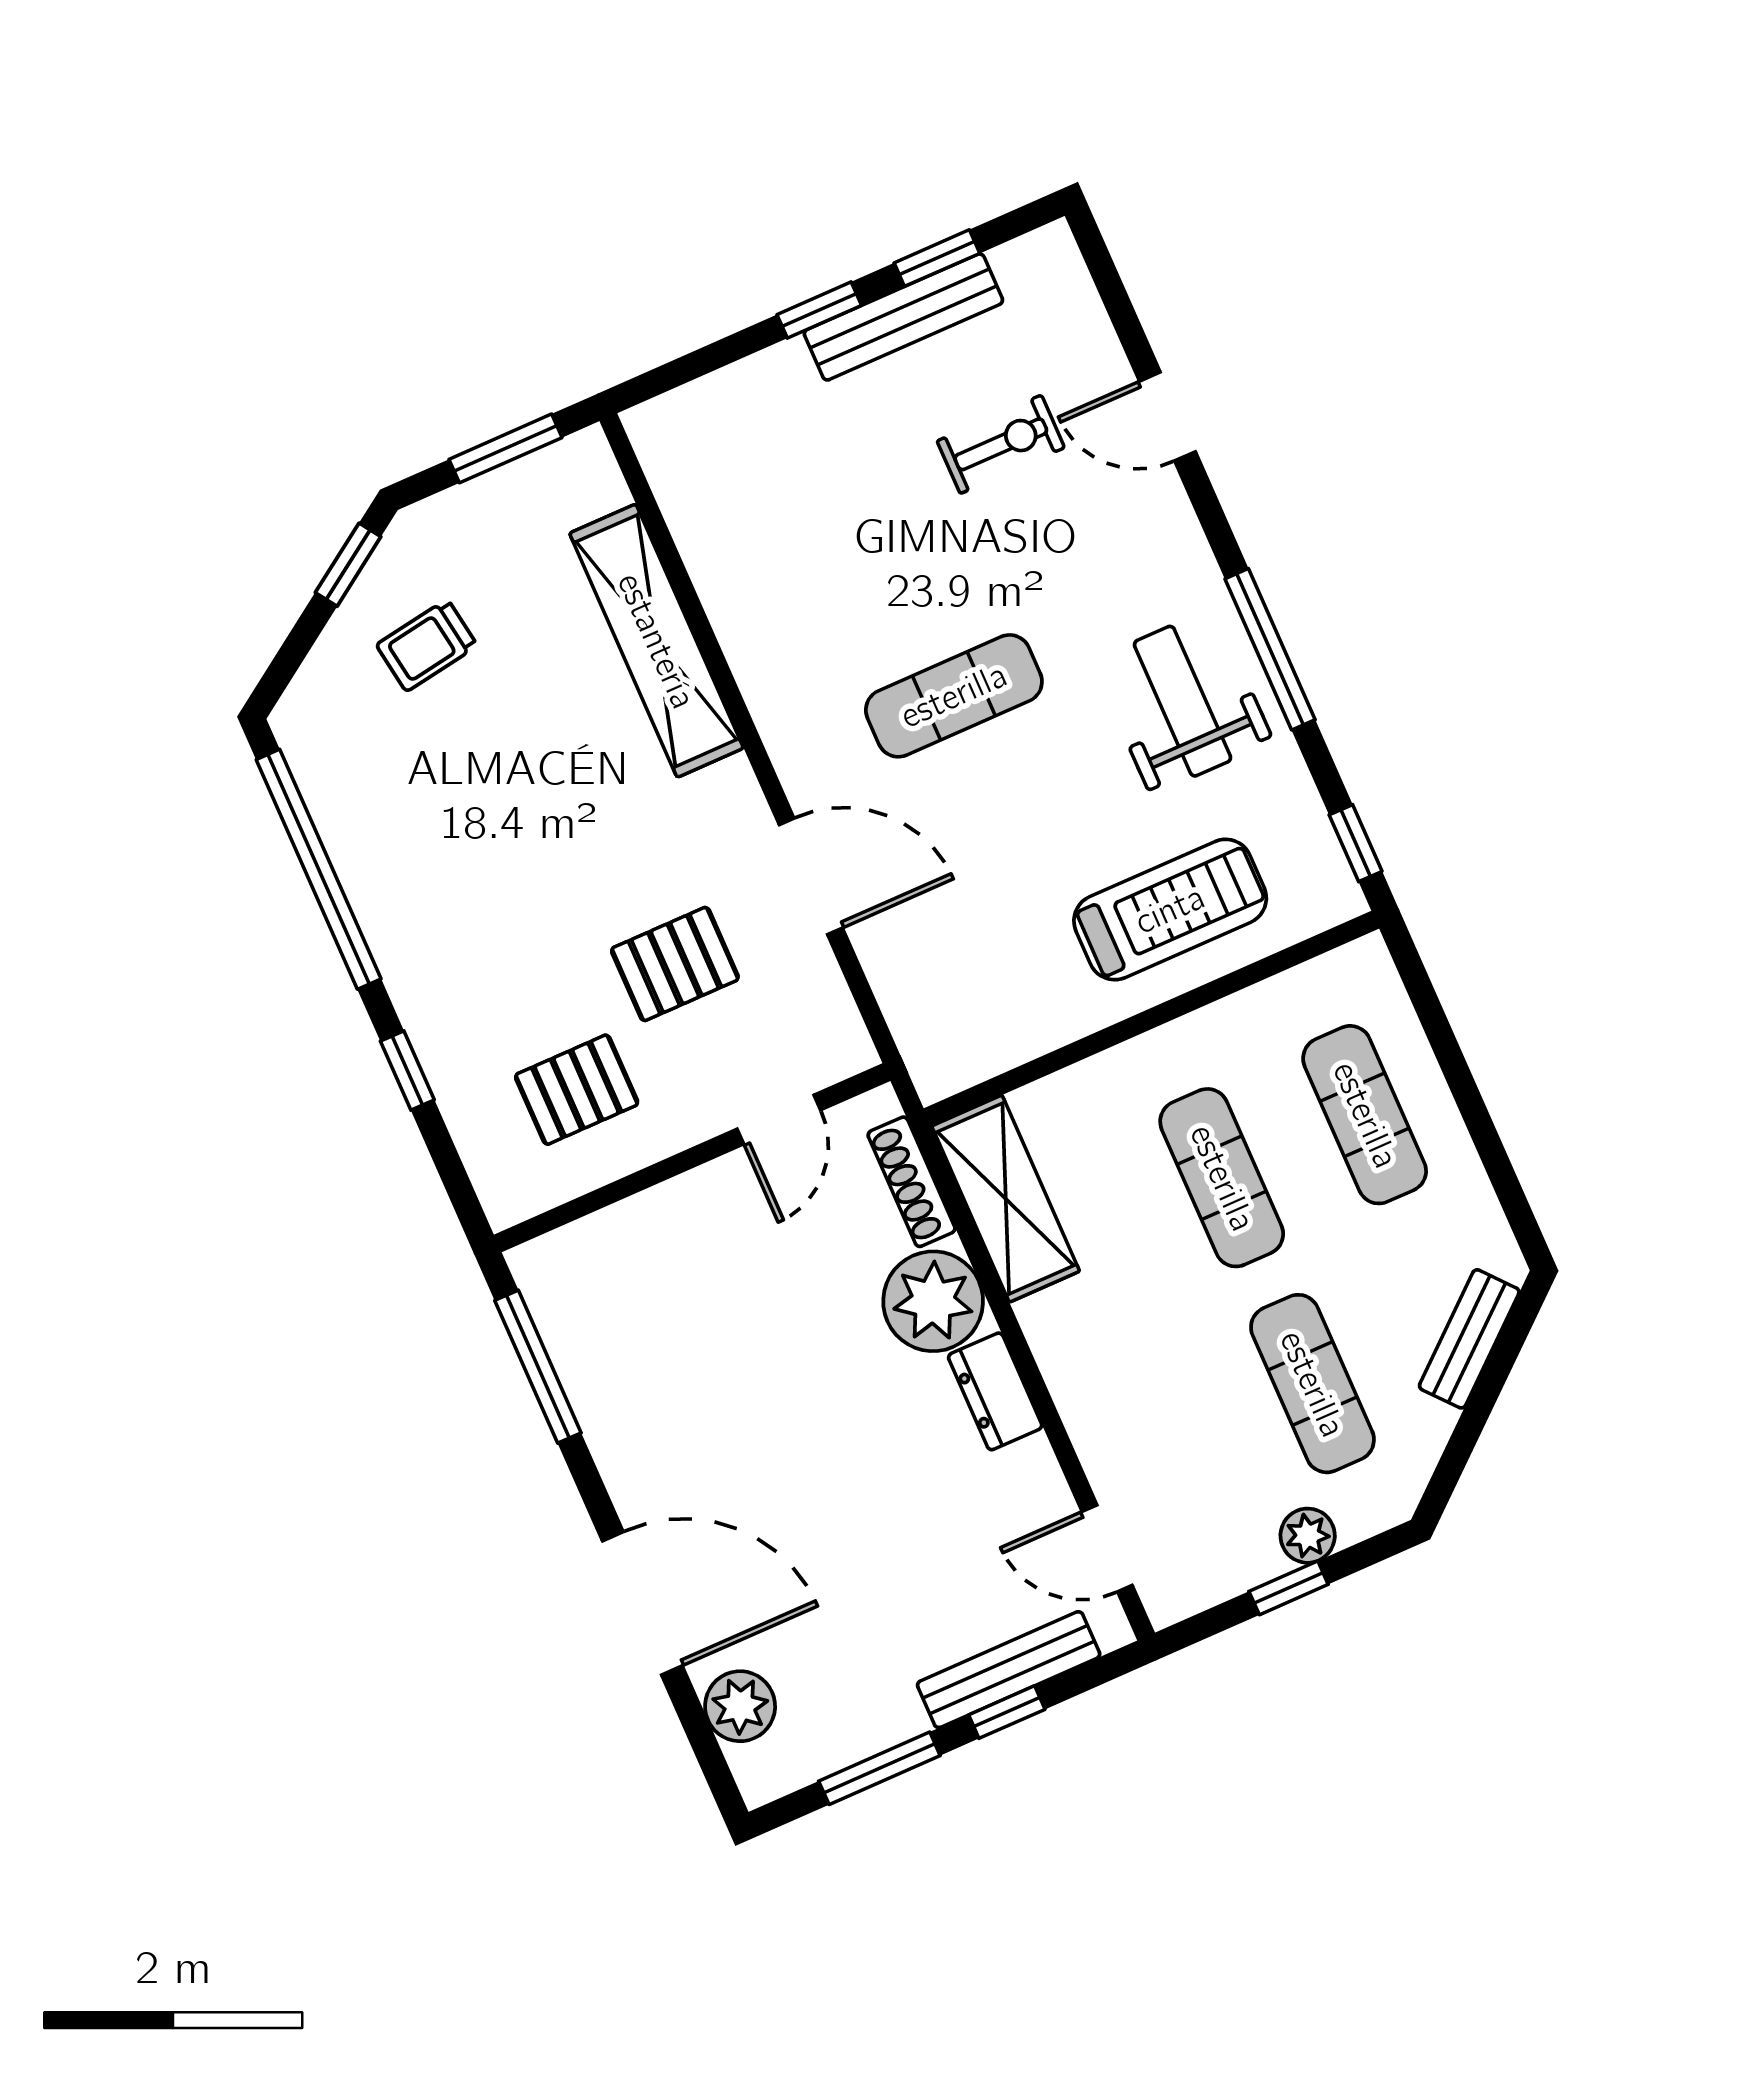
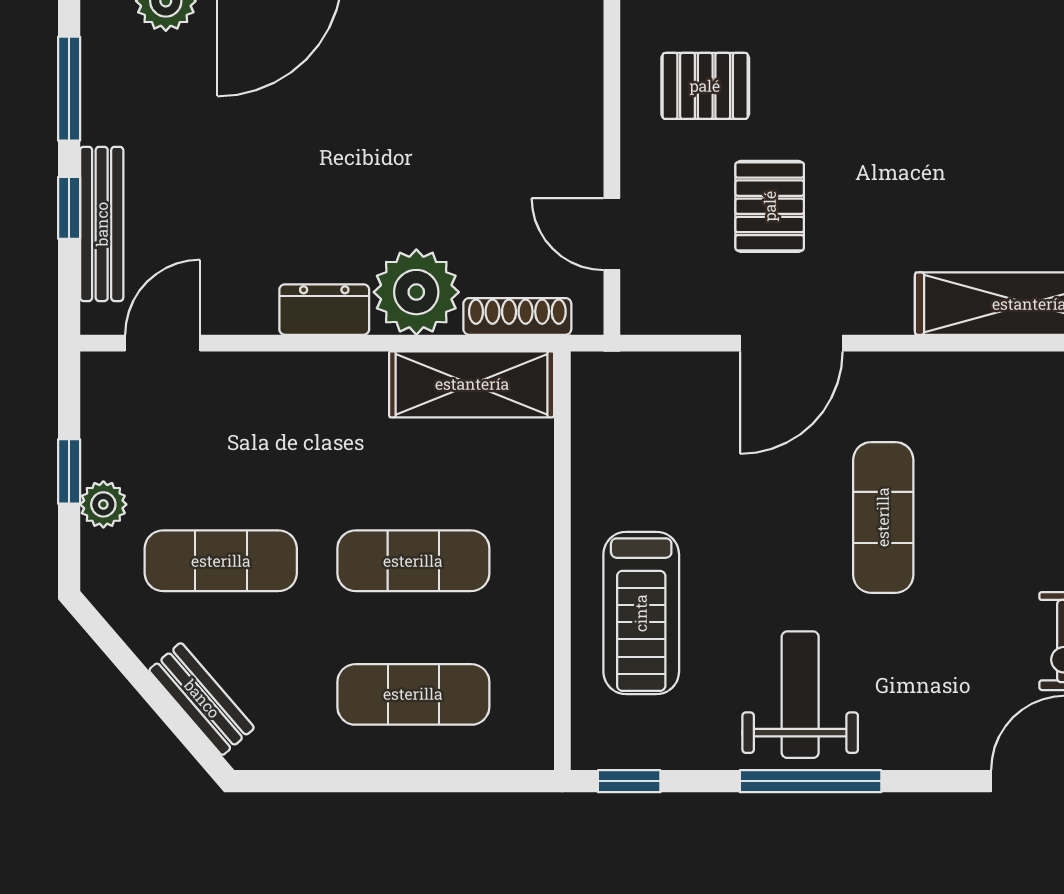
weight bench: (1182, 701) -> (800, 695), turned -90
pallet: (577, 1090) -> (705, 86), turned 90

